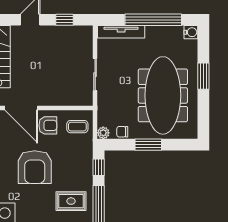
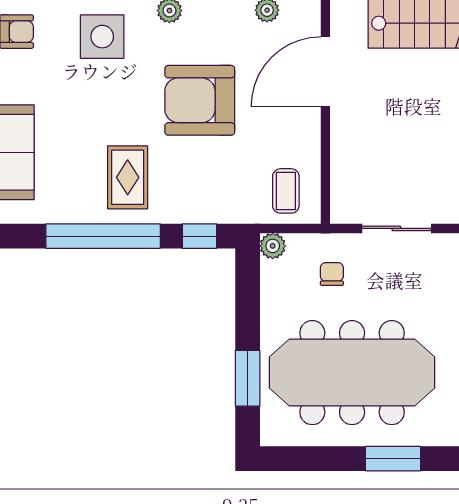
armchair: (48, 125) -> (288, 128), removed
chair: (122, 132) -> (332, 274), moved
window: (148, 145) -> (248, 378), moved

